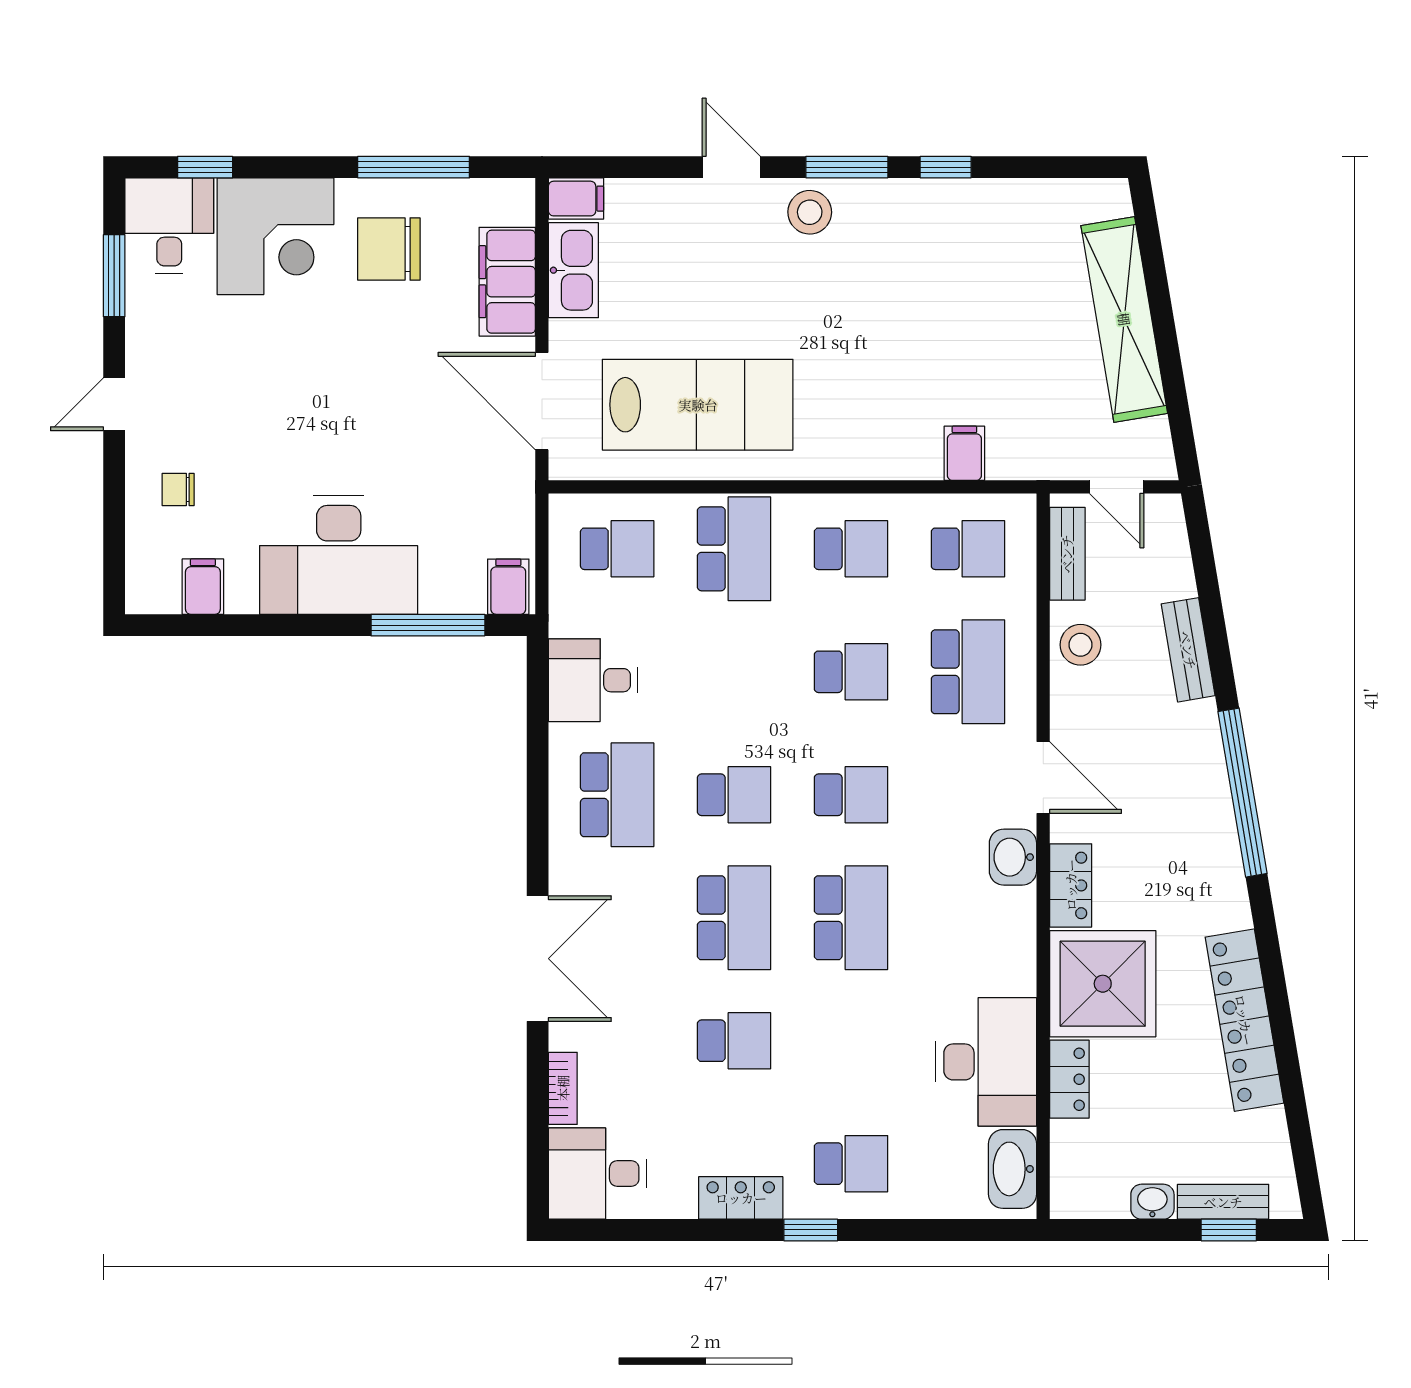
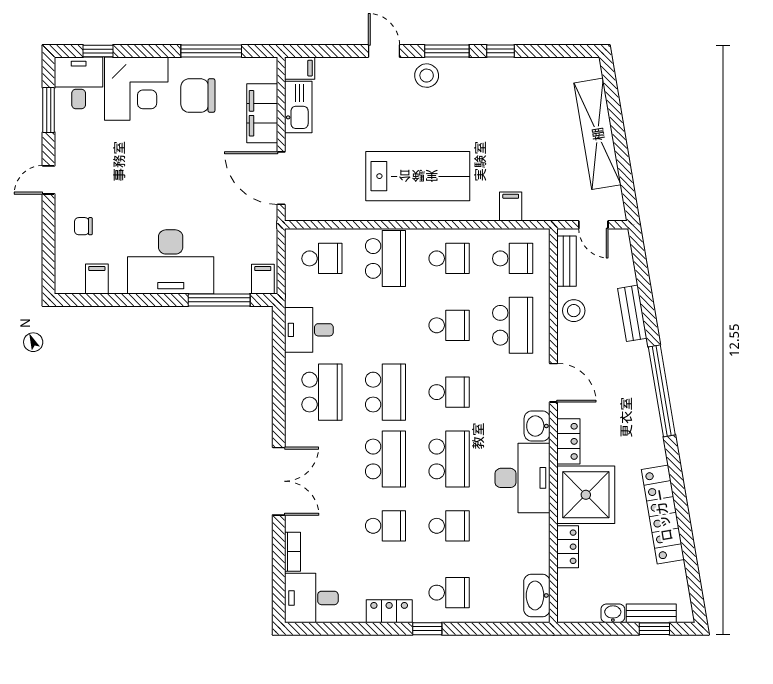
lab bench: (698, 405) -> (418, 176), moved
school desk: (734, 795) -> (385, 392), width x1.85
school desk: (851, 1041) -> (449, 526), added
desk: (986, 1062) -> (523, 478), moved

